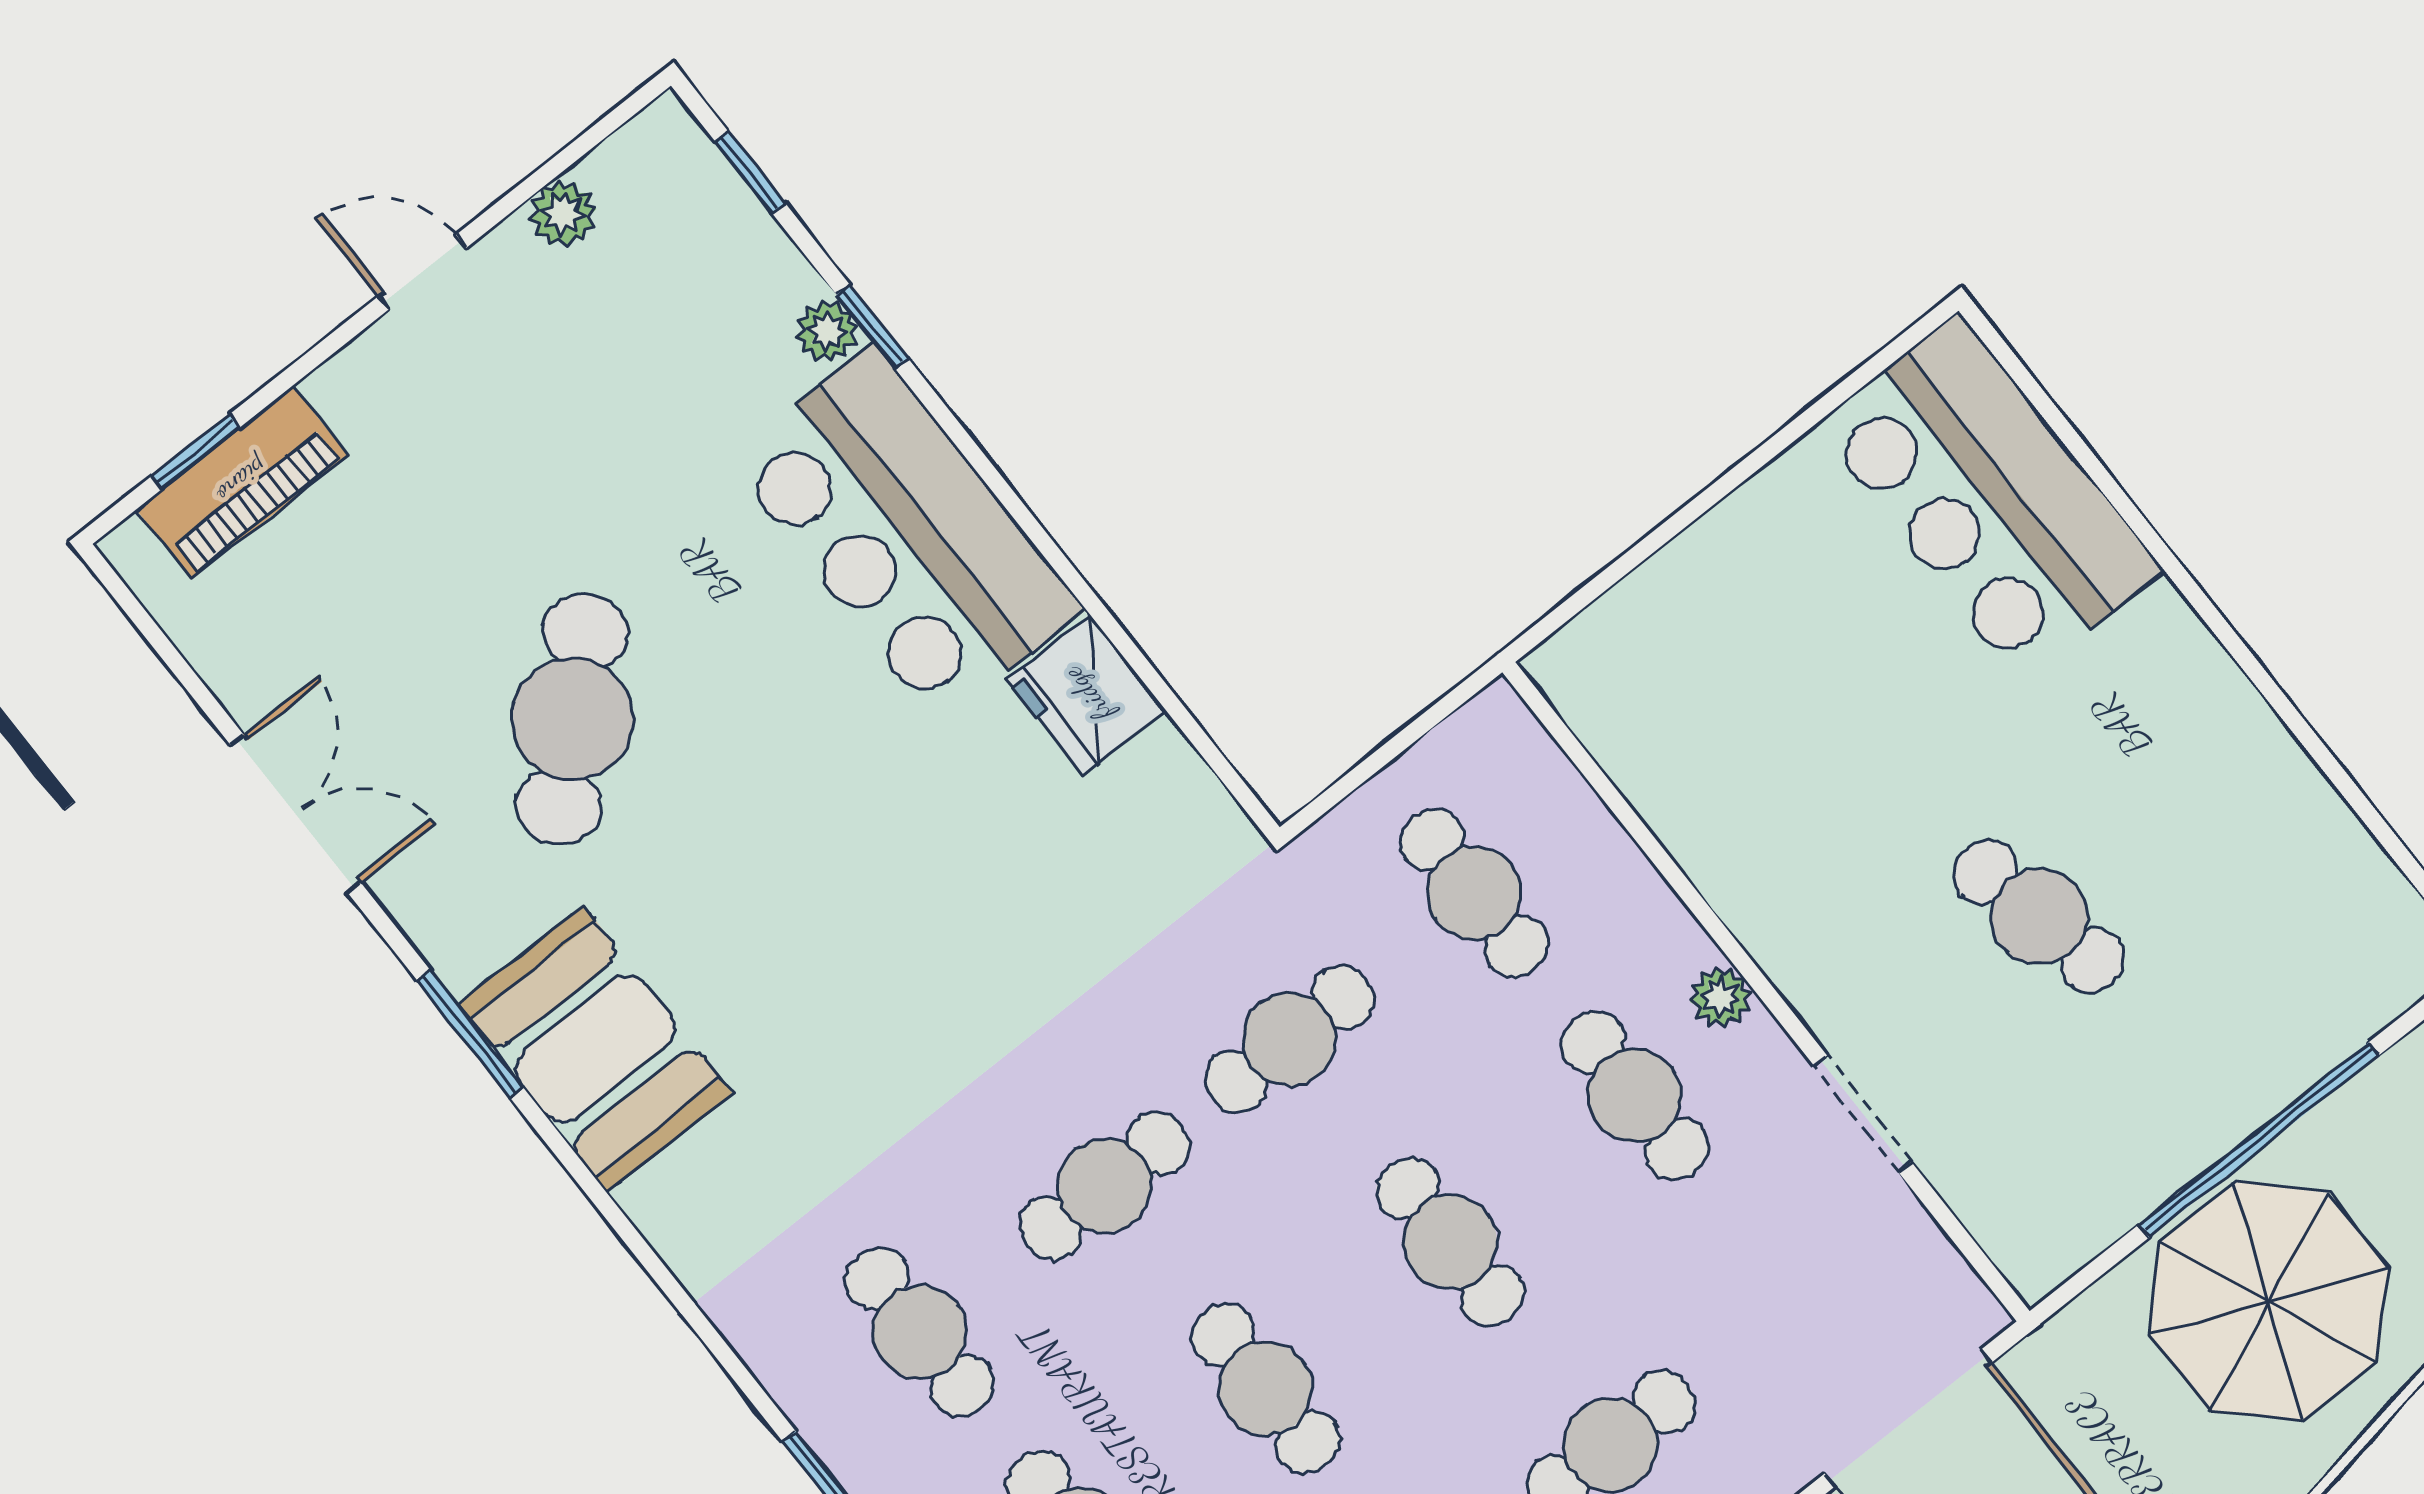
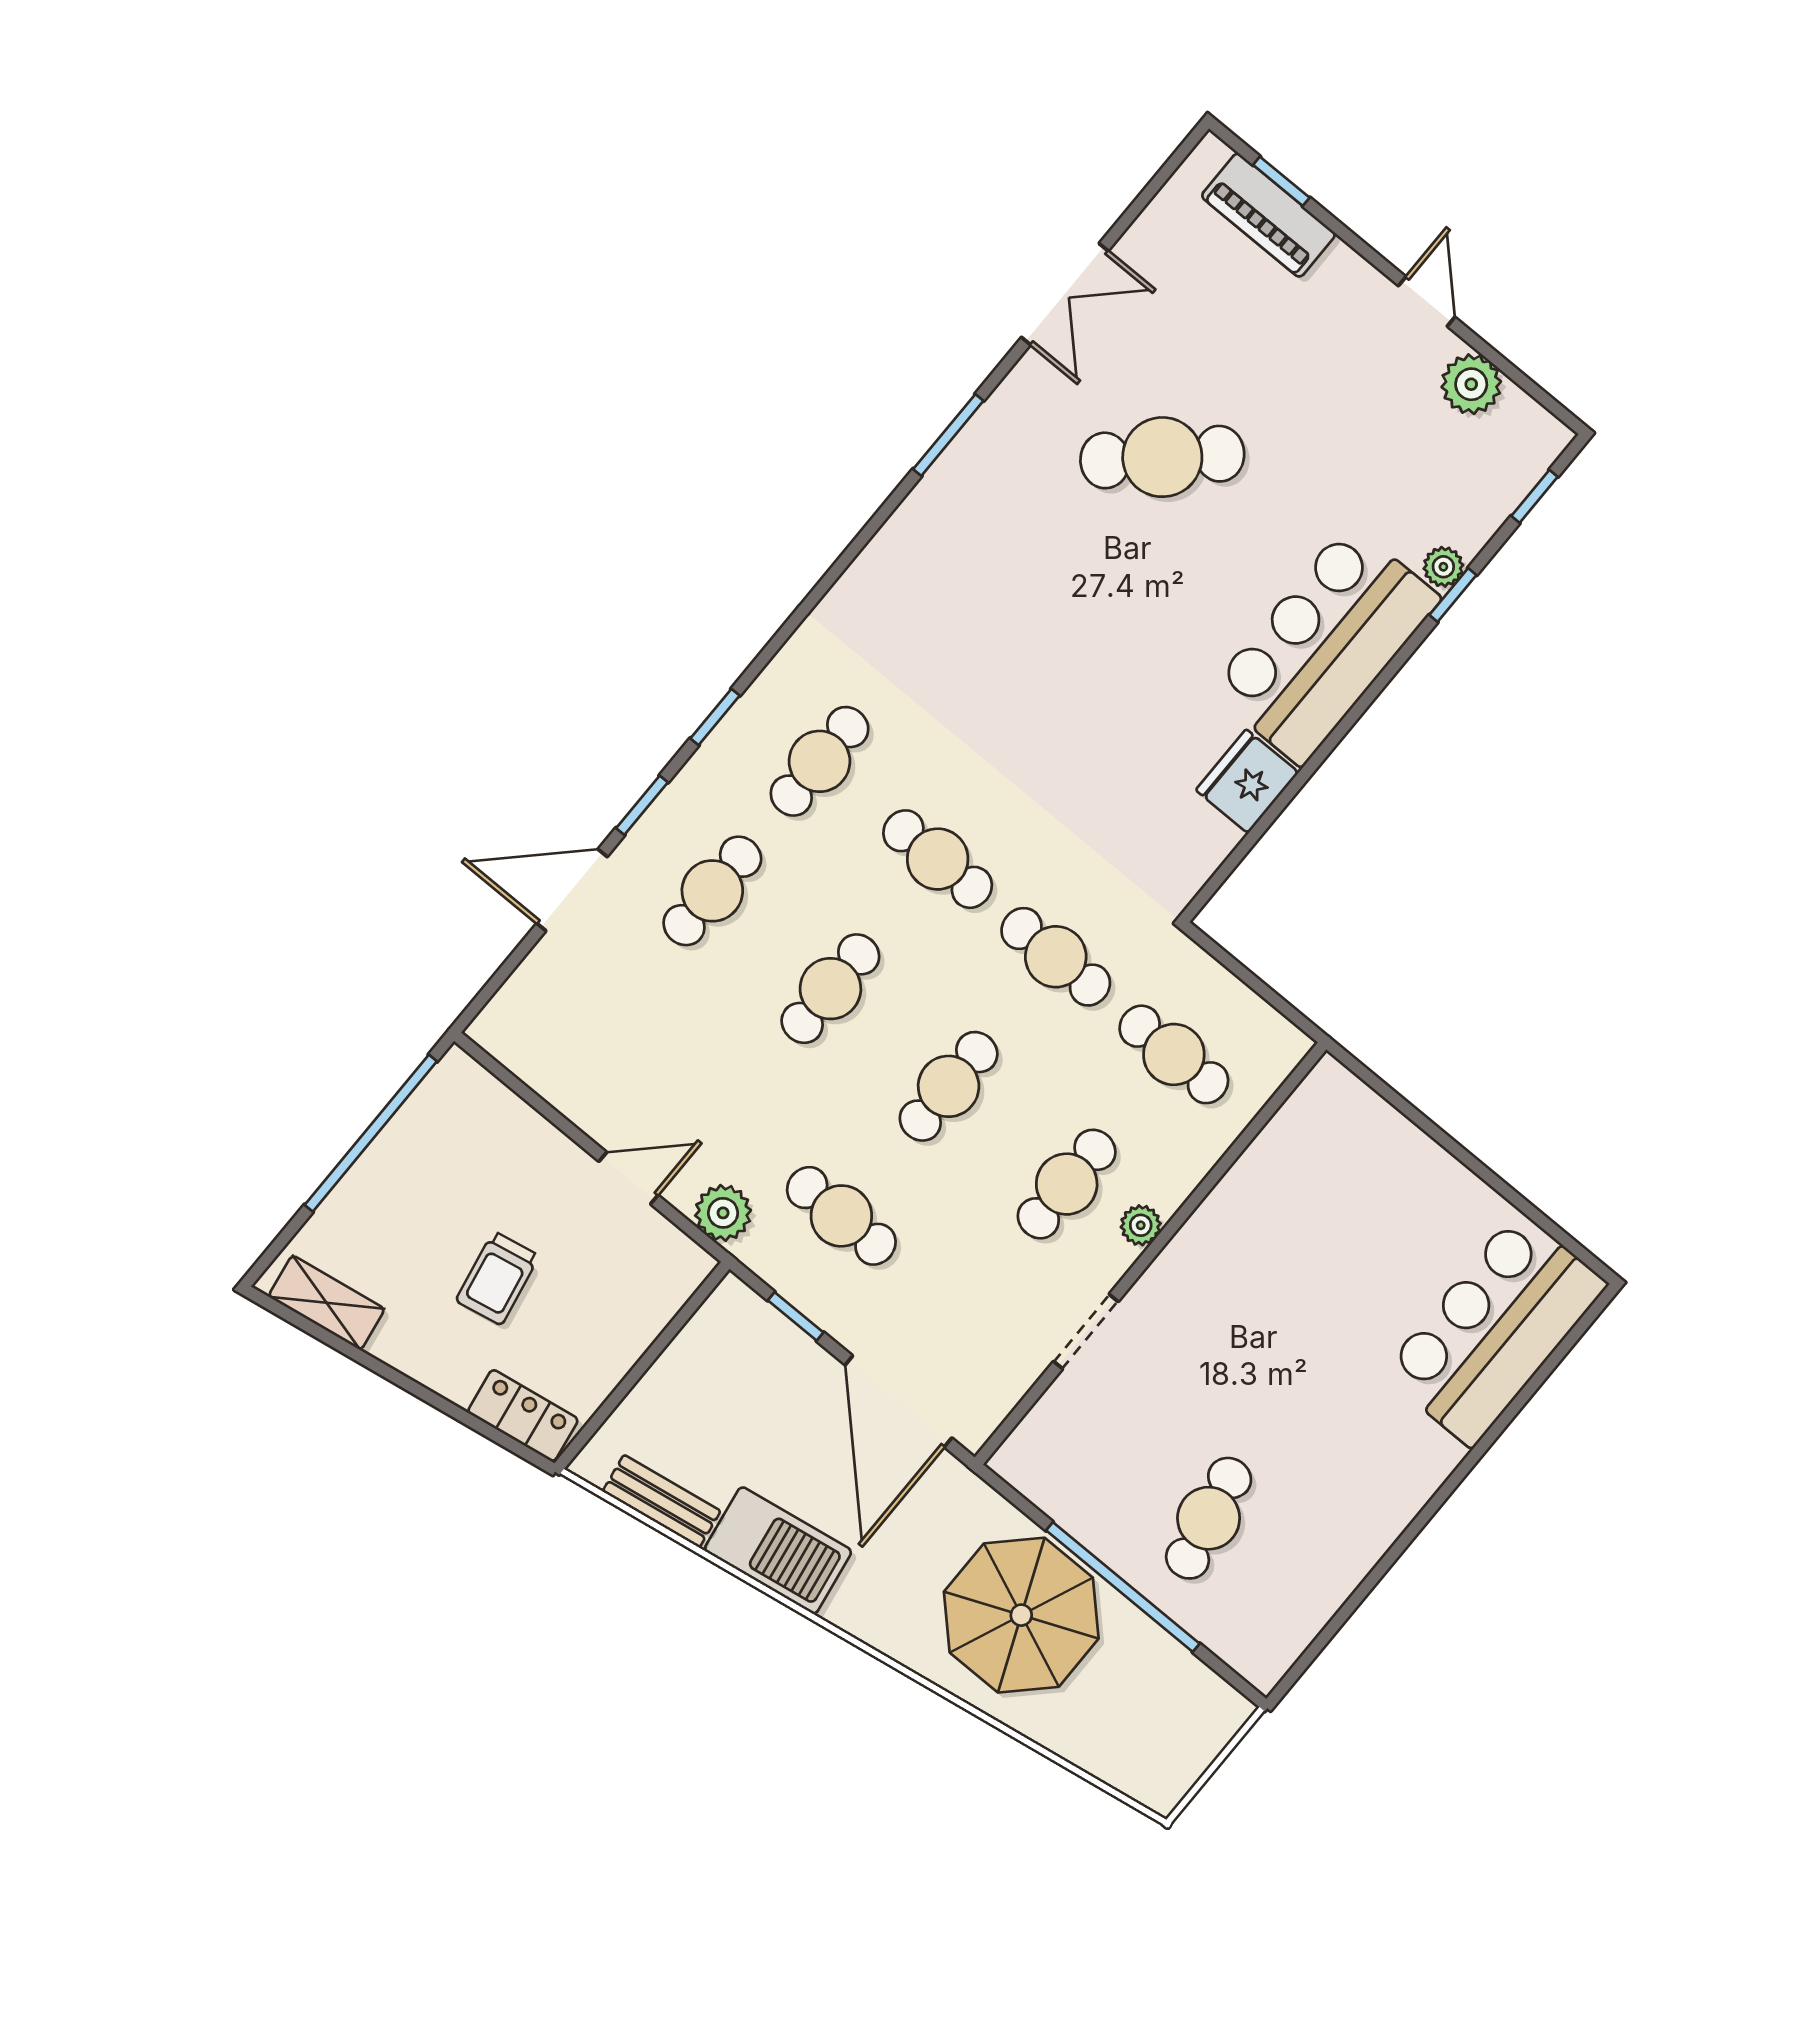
plant: (563, 214) -> (1471, 384), width x1.38, depth x1.38
cafe table: (1474, 893) -> (1174, 1054), turned 90
cafe table: (2039, 916) -> (1209, 1518), moved
booth: (595, 1049) -> (956, 516), removed

